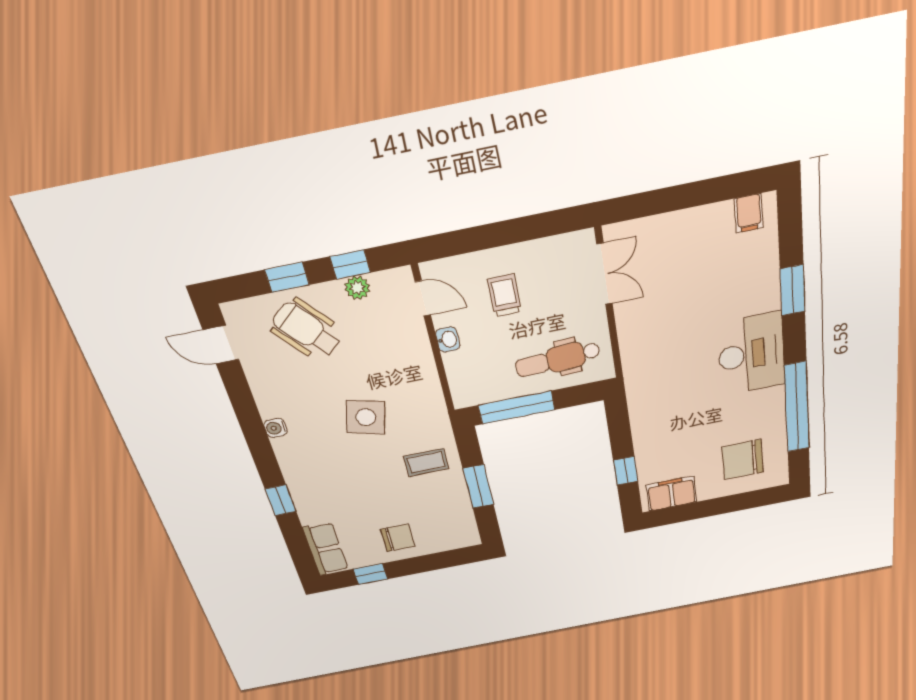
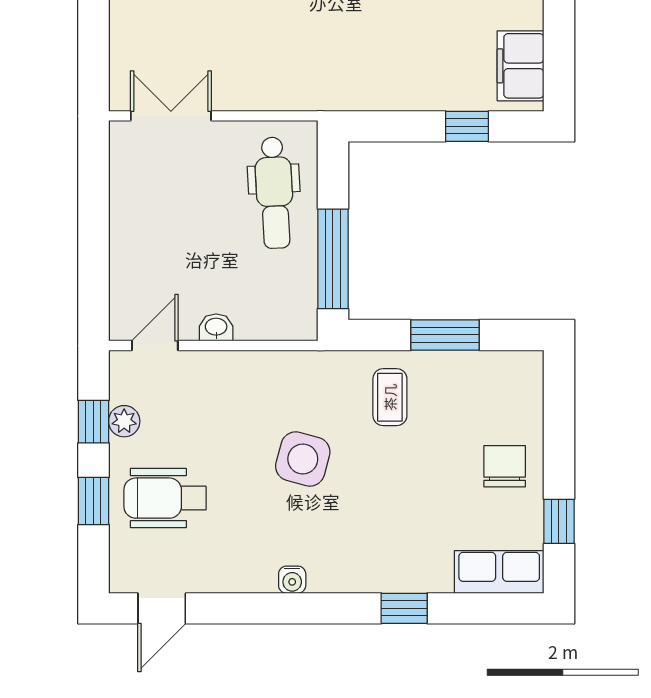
trolley: (504, 295) -> (172, 244), removed
wheelchair: (307, 330) -> (165, 498), turned 40

